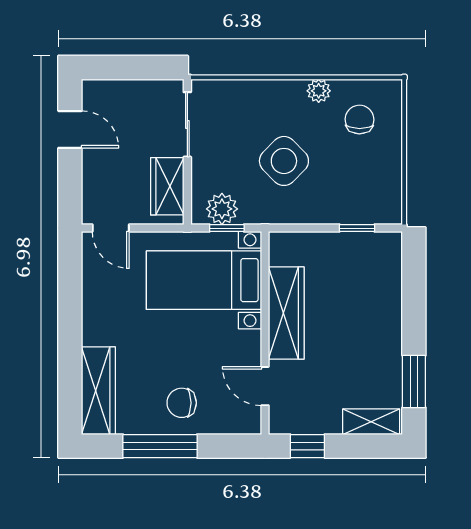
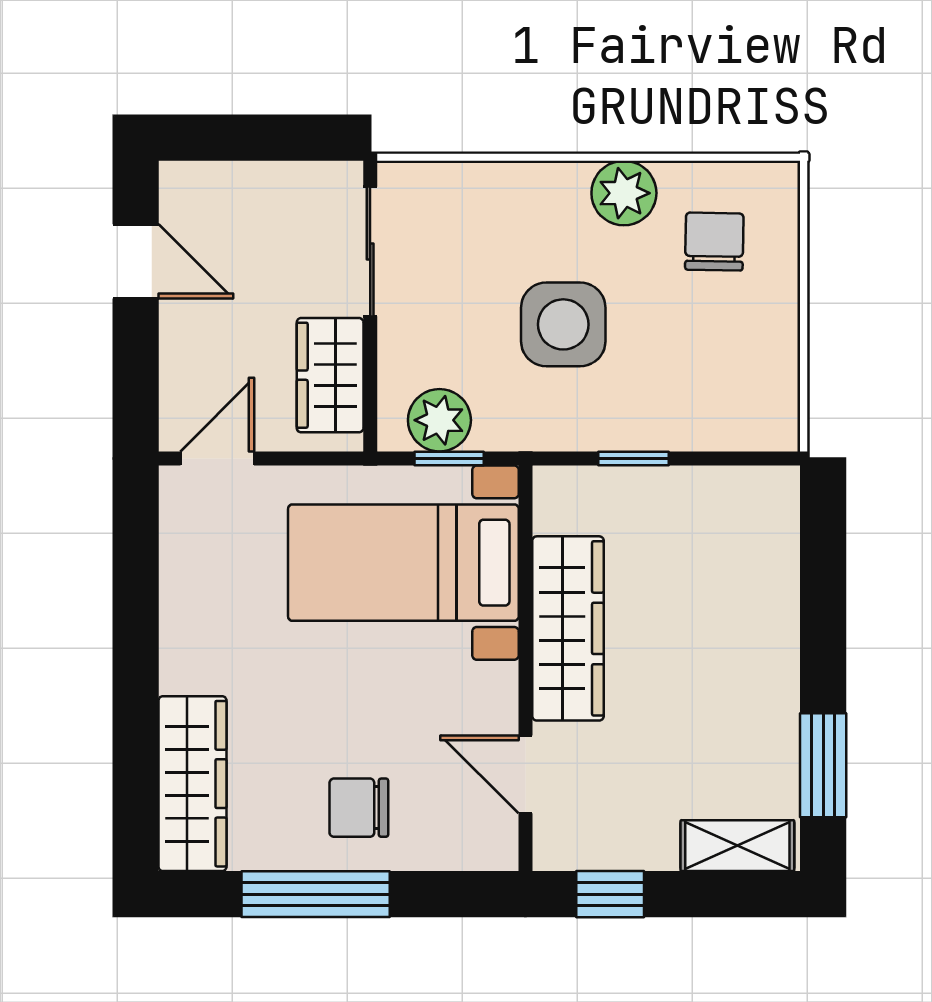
plant: (319, 91) -> (624, 193), width x1.38, depth x1.38
side table: (284, 161) -> (563, 324), turned 45
door: (111, 228) -> (217, 458), swing flipped
window: (357, 228) -> (633, 458), moved

